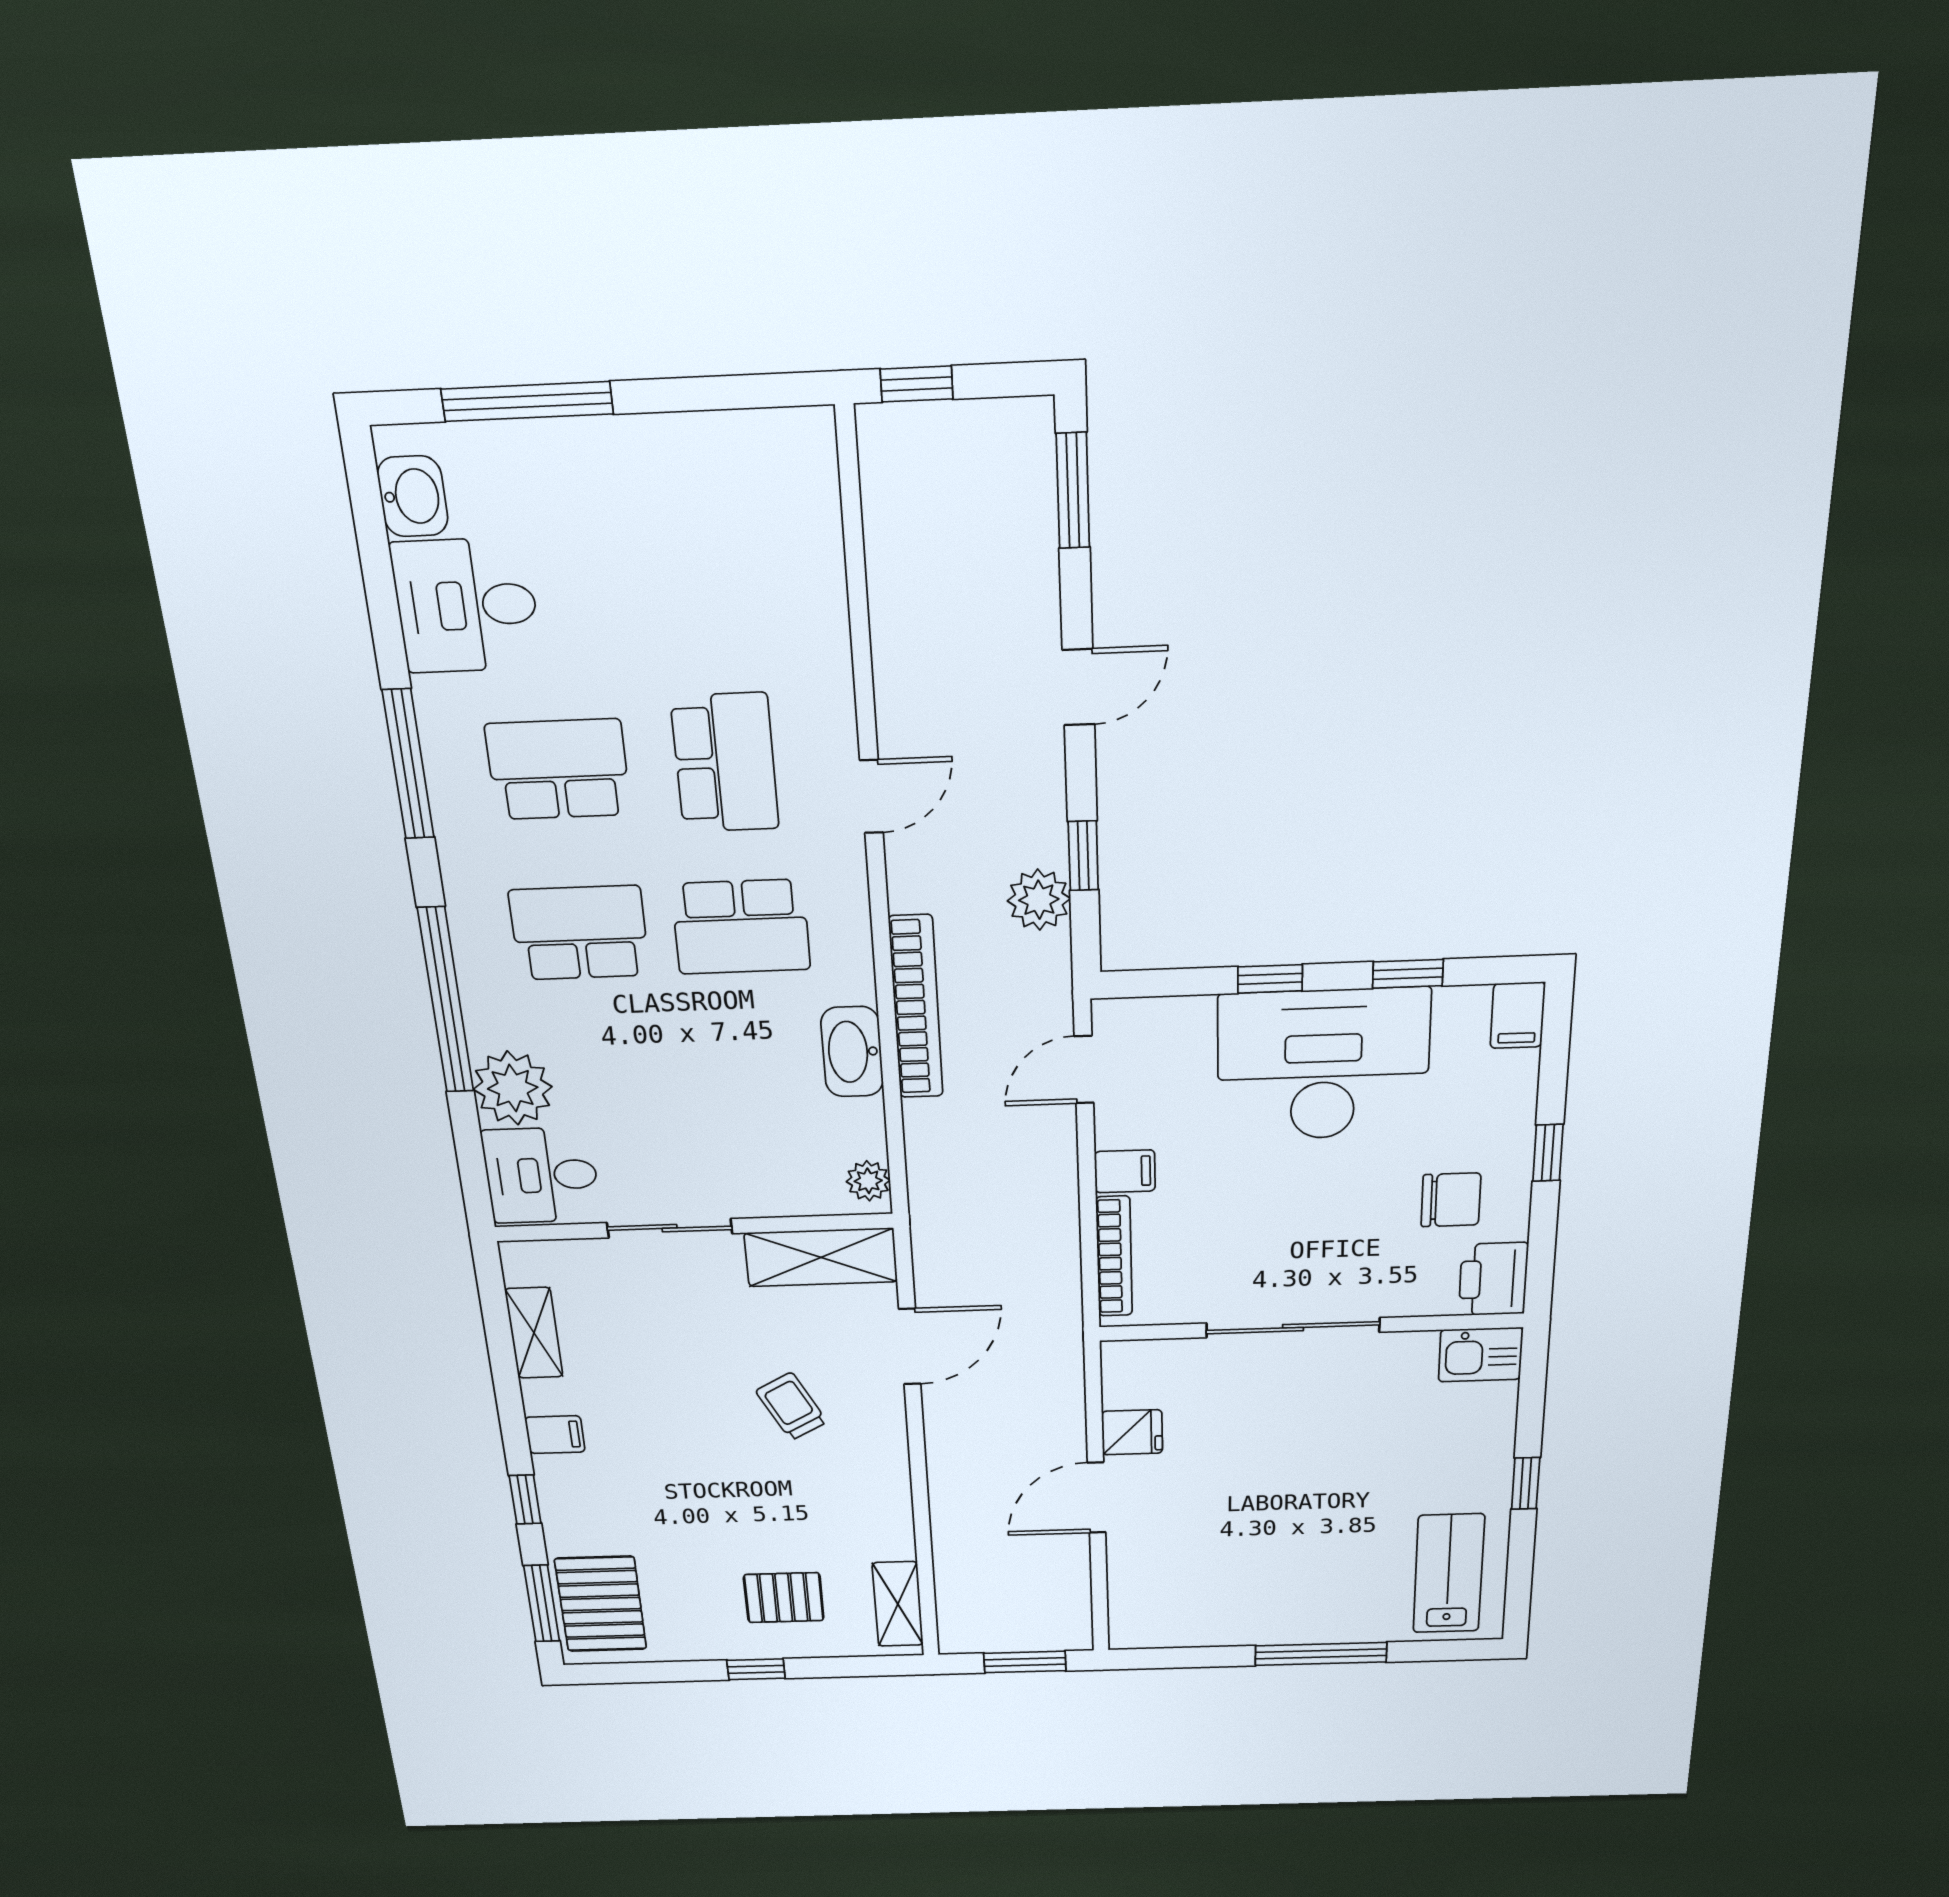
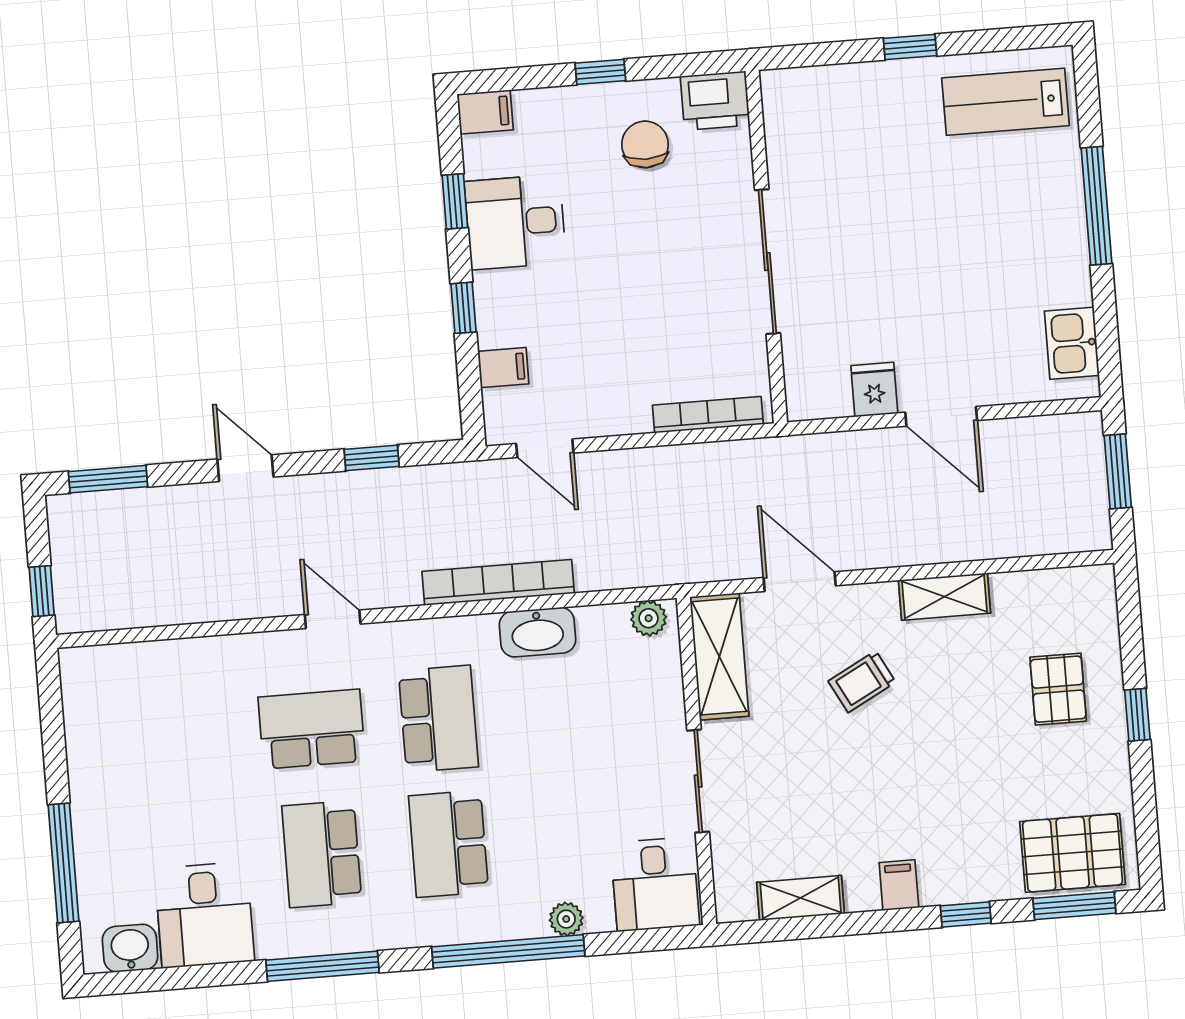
plant: (1039, 900) -> (407, 490), removed
desk: (1323, 1065) -> (515, 222), width x0.53, depth x0.77
plant: (513, 1088) -> (566, 919), width x0.53, depth x0.53
filing cabinet: (1125, 1171) -> (503, 368), moved, turned 90
kitchen sink: (1481, 1355) -> (1072, 343), moved, turned 180
shelving: (898, 1604) -> (945, 597), moved

